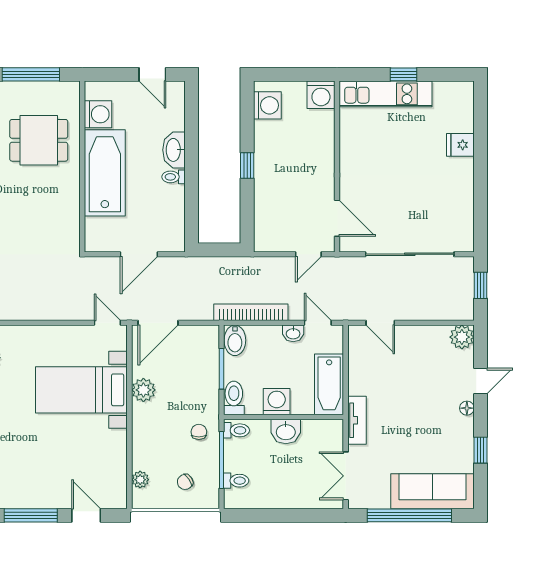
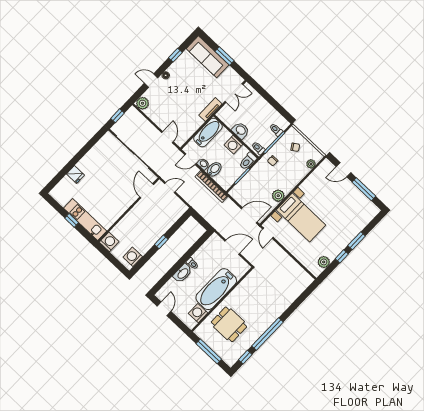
door: (318, 323) -> (190, 159), hinge flipped
bidet: (235, 340) -> (214, 169), moved
door: (86, 515) -> (343, 170), hinge flipped
window: (409, 515) -> (225, 56), width x0.47

